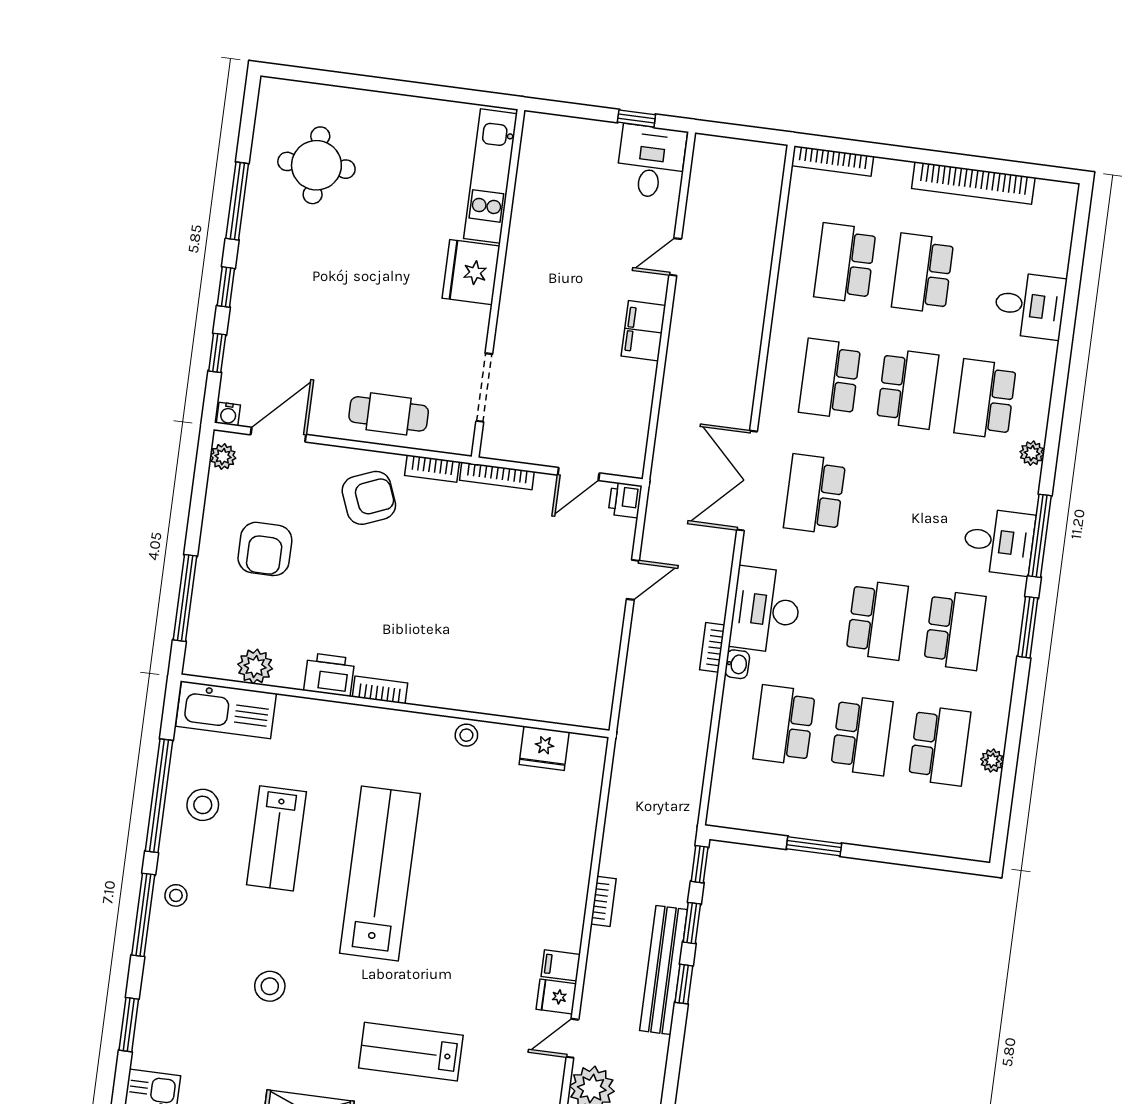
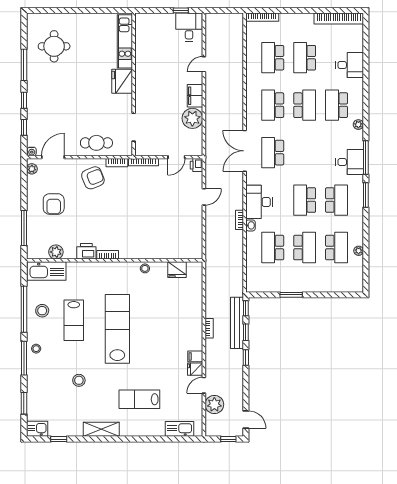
bookcase: (973, 183) -> (339, 19), moved
plant: (630, 385) -> (192, 118), added
school desk: (877, 620) -> (305, 200), turned 180
bench: (663, 970) -> (237, 323), moved

